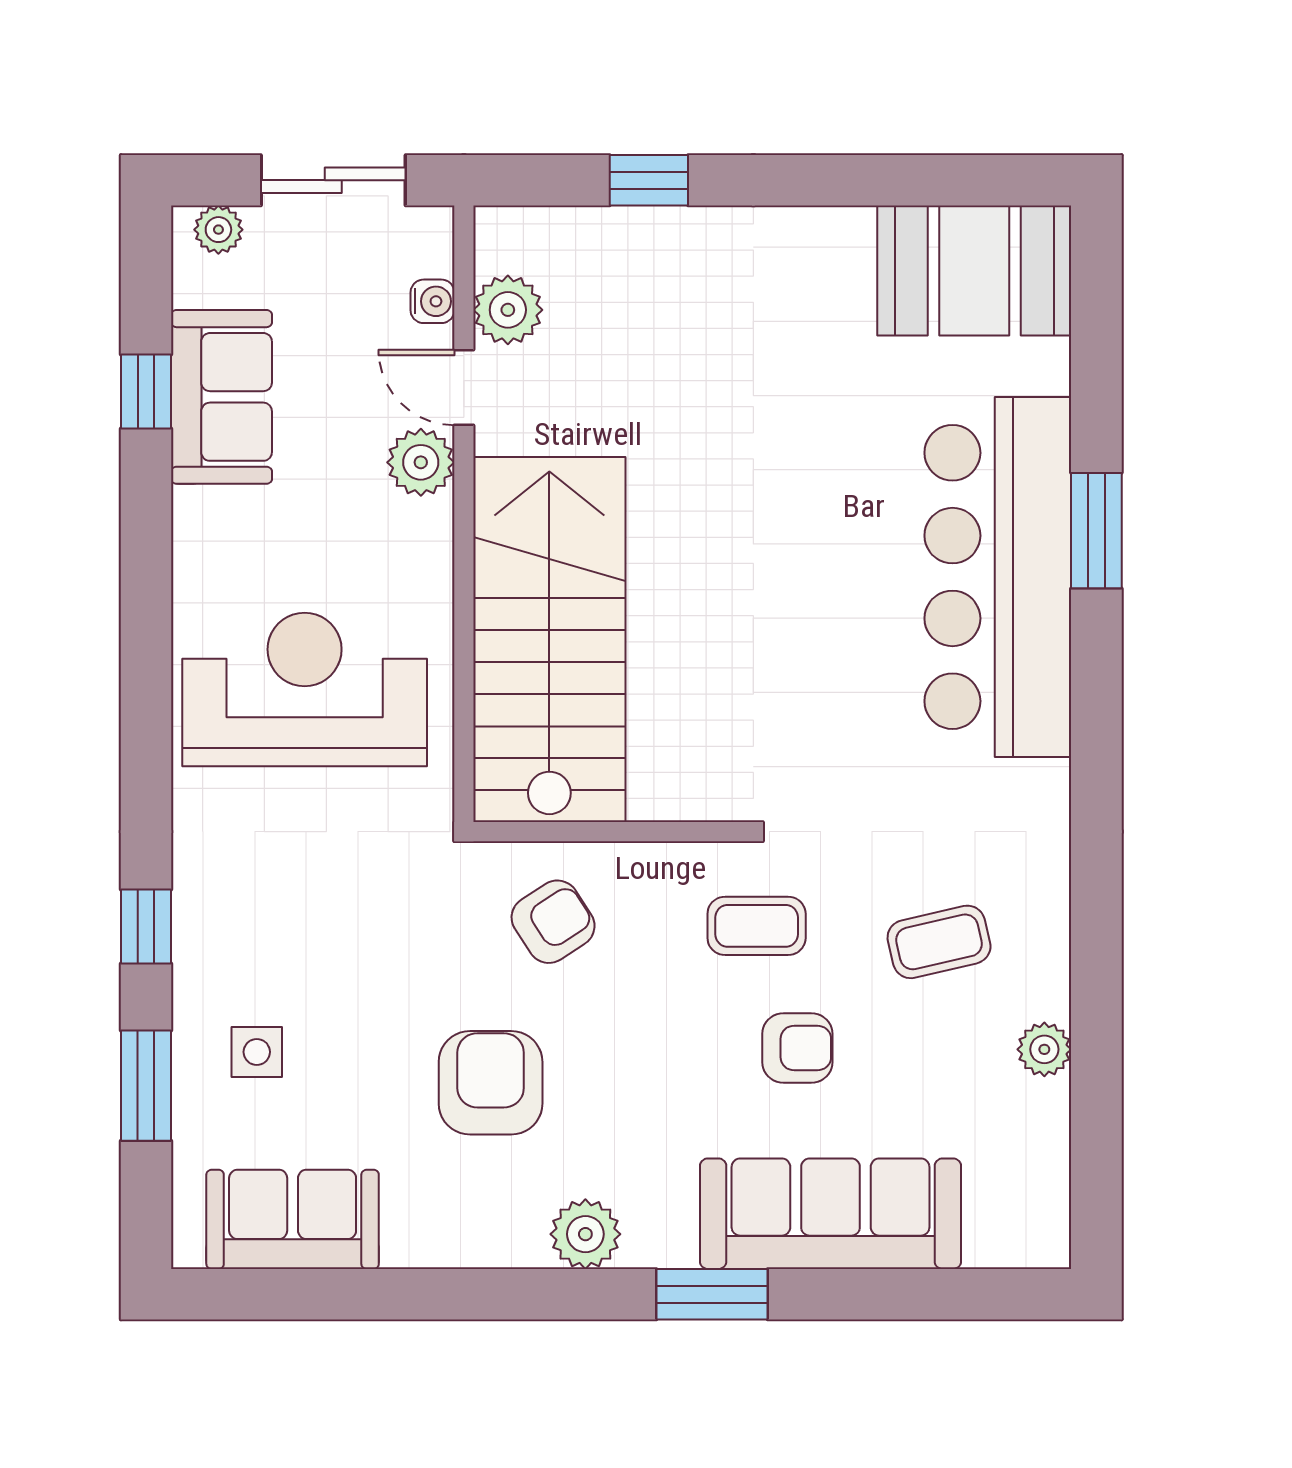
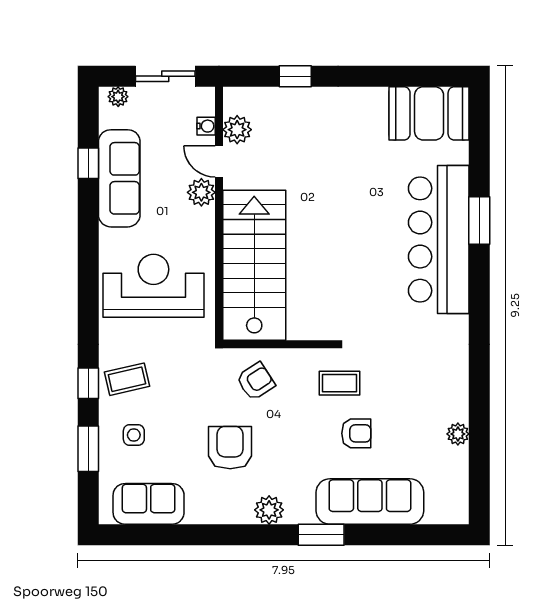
sofa: (221, 397) -> (119, 178), width x1.36
coffee table: (939, 942) -> (127, 379), moved

